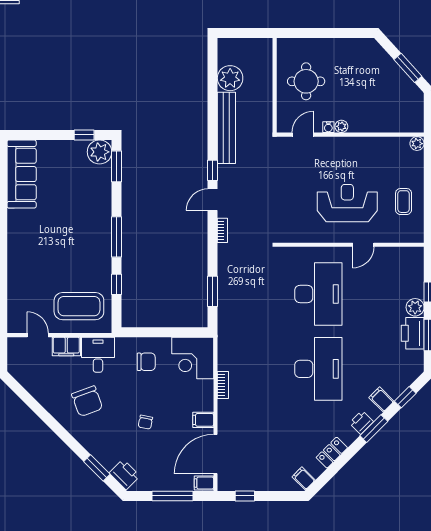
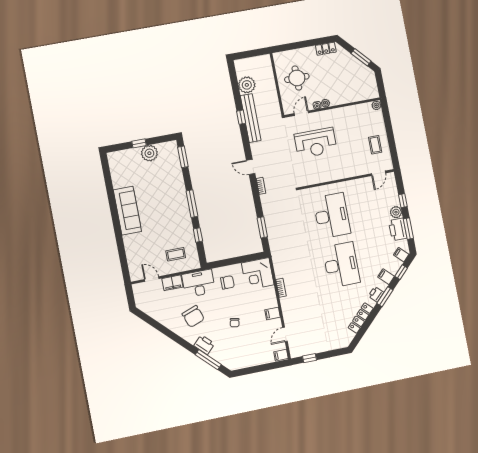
locker: (358, 46) -> (326, 49), added
window: (84, 135) -> (139, 143), moved
plant: (99, 152) -> (149, 153), moved
window: (213, 170) -> (241, 117), moved
sofa: (22, 174) -> (127, 211), moved
door: (213, 200) -> (251, 167), hinge flipped
reception desk: (347, 203) -> (316, 143), moved, turned 180
door: (363, 245) -> (378, 173), moved
coffee table: (79, 306) -> (176, 254), width x0.54, depth x0.58
desk: (98, 355) -> (199, 283), width x1.37
locker: (332, 453) -> (361, 318), width x1.53
door: (215, 454) -> (285, 334), width x0.53
window: (97, 468) -> (208, 360), width x1.44
printer: (125, 474) -> (204, 345), moved
filing cabinet: (304, 478) -> (401, 255), moved
window: (172, 496) -> (262, 368), removed

